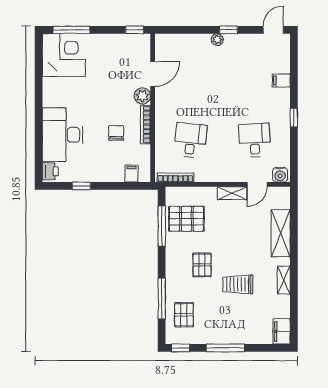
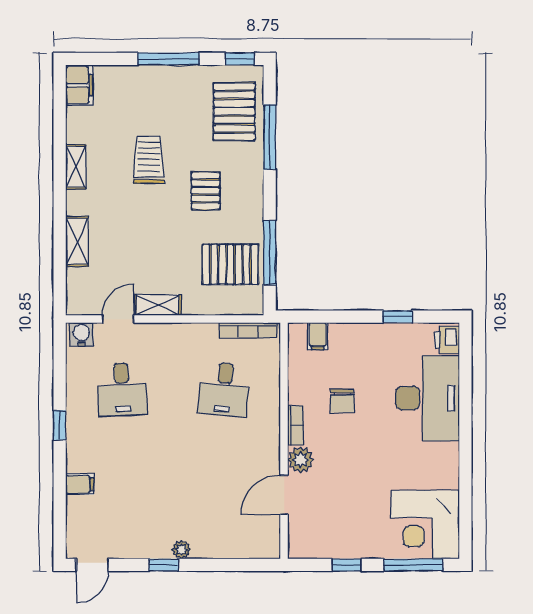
window: (135, 30) -> (347, 565), moved
bookcase: (146, 125) -> (295, 425), width x0.64
shelving: (281, 233) -> (77, 241), width x0.67, depth x0.75
trolley: (238, 284) -> (149, 160), turned -90
pallet: (184, 315) -> (234, 112), width x1.50, depth x1.42

